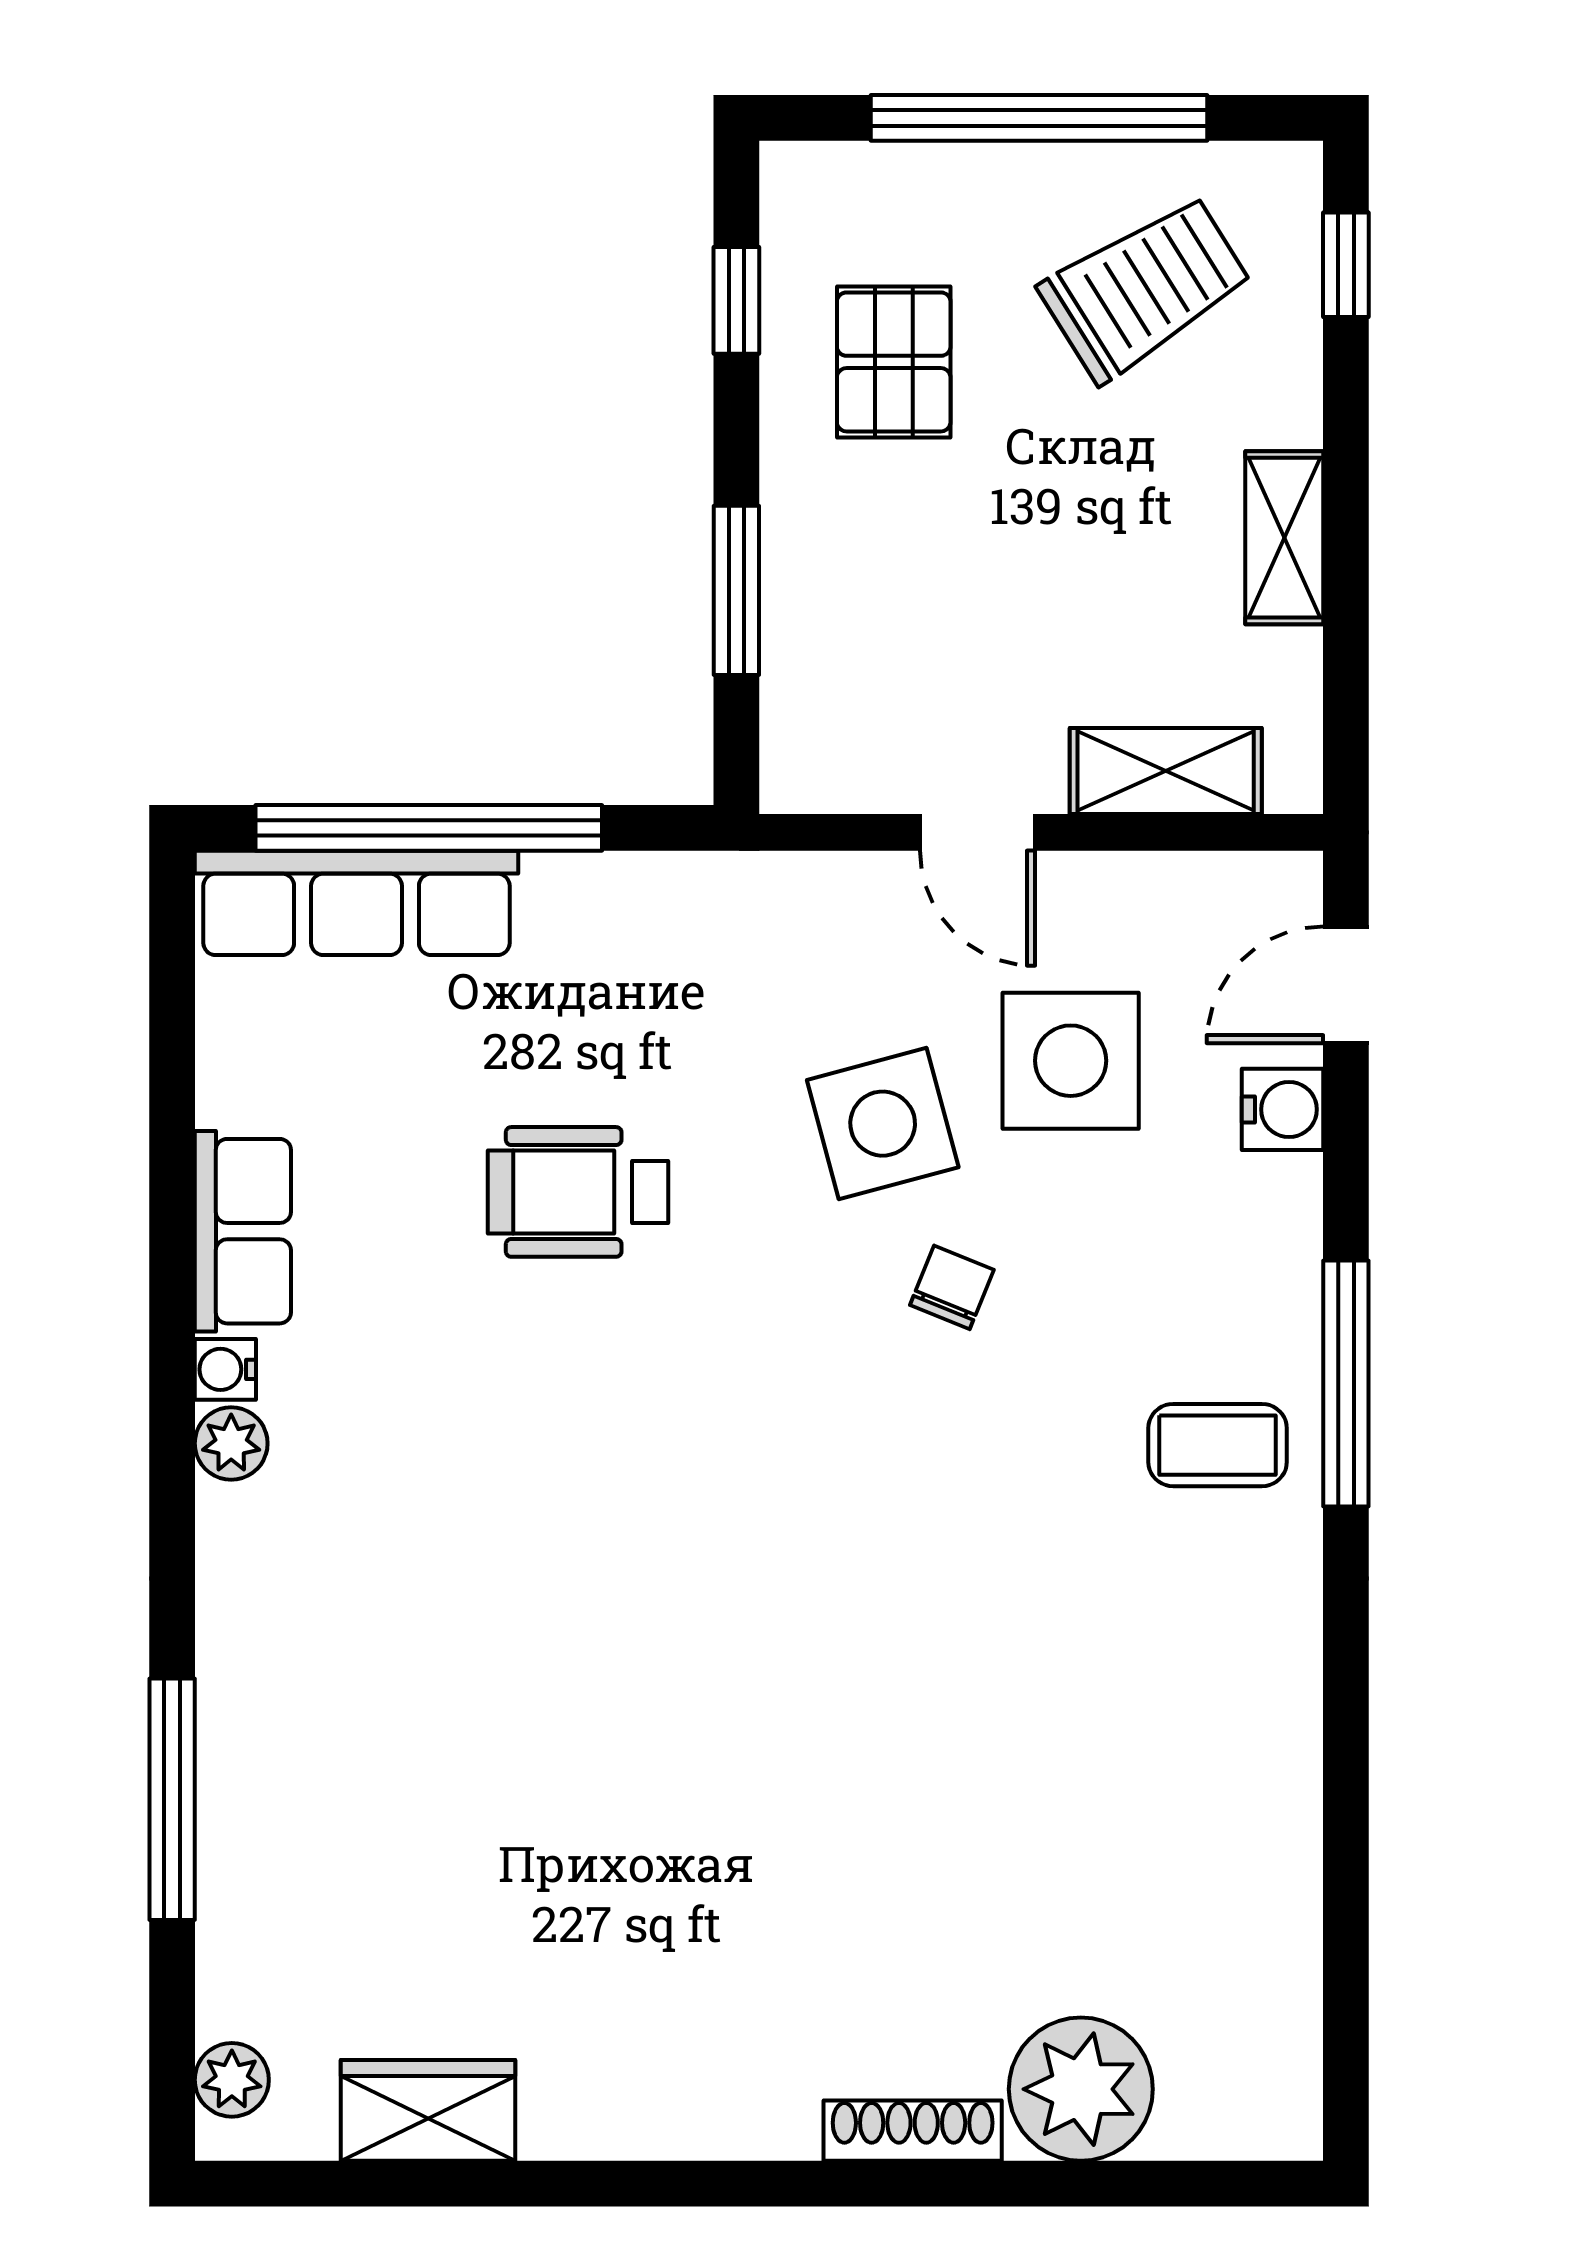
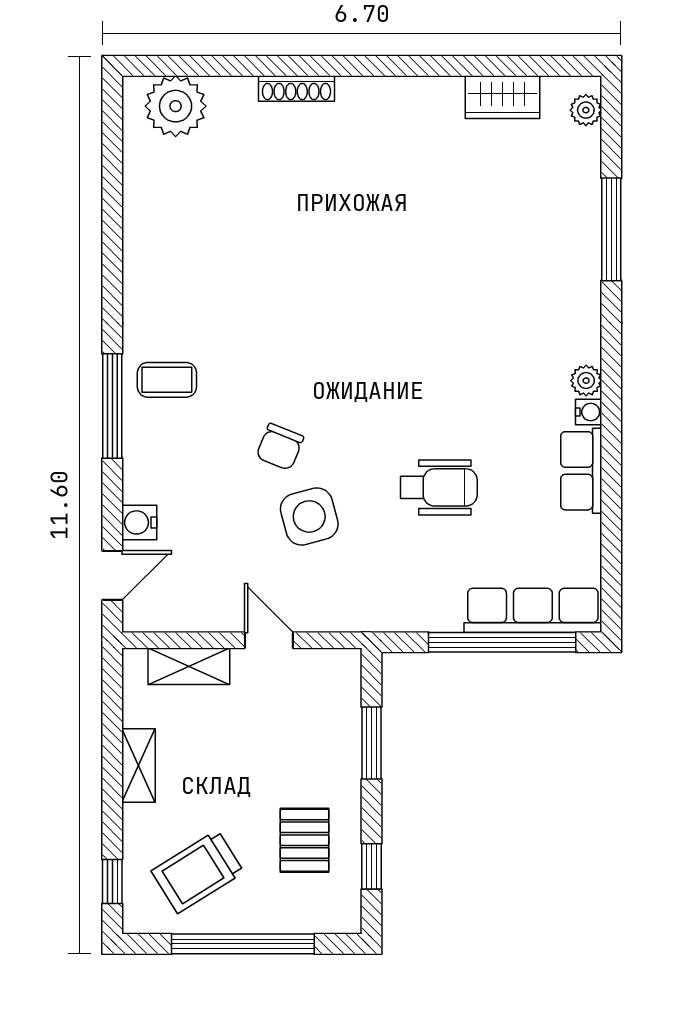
side table: (1071, 1061) -> (229, 543), removed
chair: (952, 1287) -> (280, 447), width x1.37, depth x1.37
plant: (1081, 2089) -> (176, 106), moved

